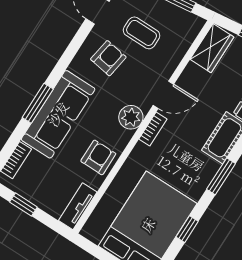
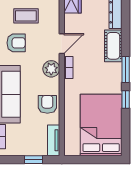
armchair: (108, 58) -> (16, 43), turned 81
window: (23, 205) -> (34, 160), moved
window: (187, 229) -> (126, 99), moved

